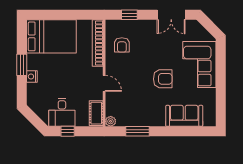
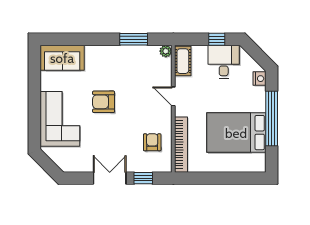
double door: (171, 15) -> (110, 178), moved
bed: (51, 36) -> (236, 133), moved
window: (22, 65) -> (272, 118), width x2.11
nightstand: (32, 77) -> (260, 79), moved
sofa: (184, 116) -> (62, 58), moved

